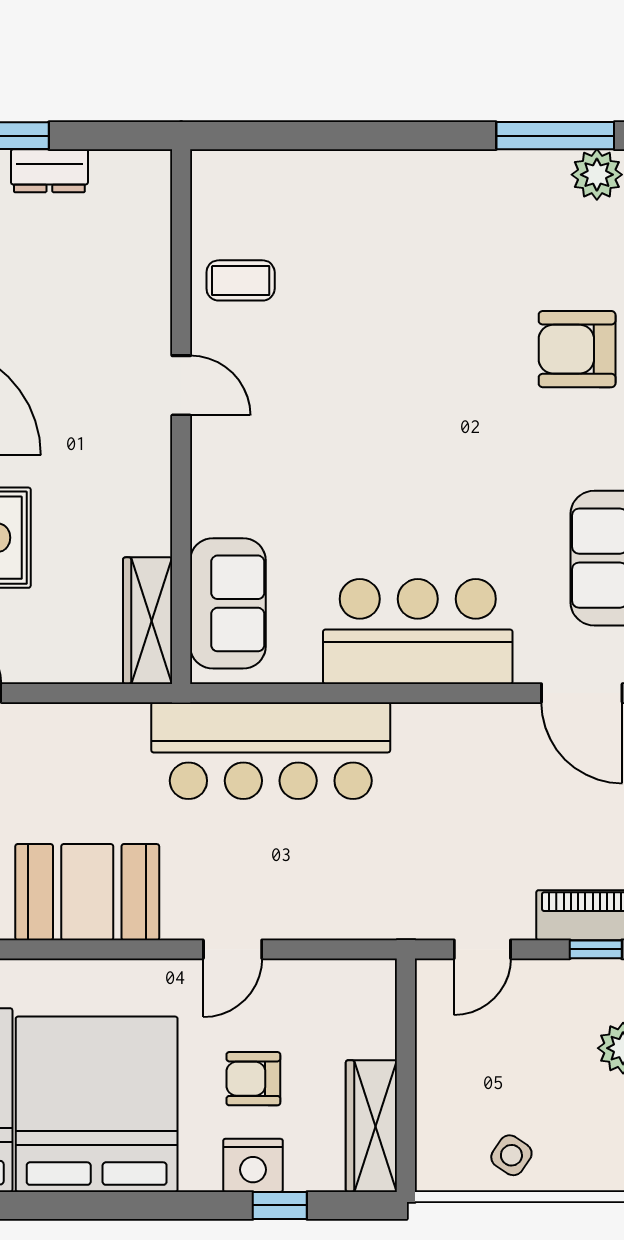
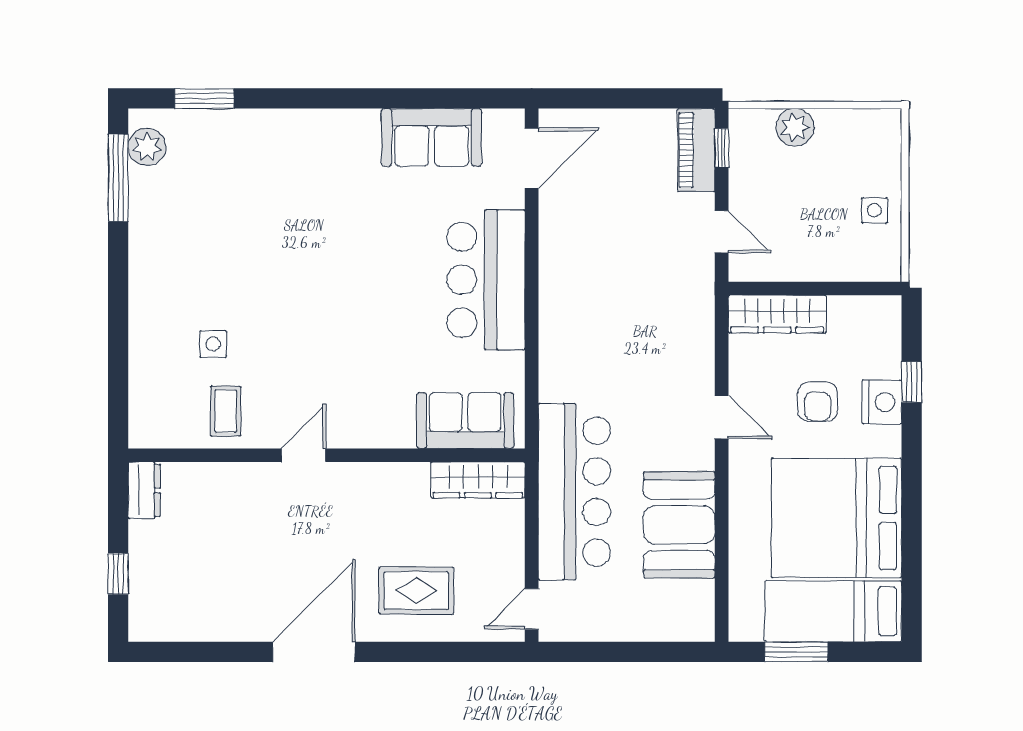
dresser: (49, 171) -> (144, 490), moved
side table: (331, 264) -> (213, 344), added
armchair: (577, 349) -> (277, 162), removed
bar counter: (271, 751) -> (574, 492), moved
wardrobe: (371, 1126) -> (777, 314), moved
side table: (511, 1155) -> (874, 210), turned -34

